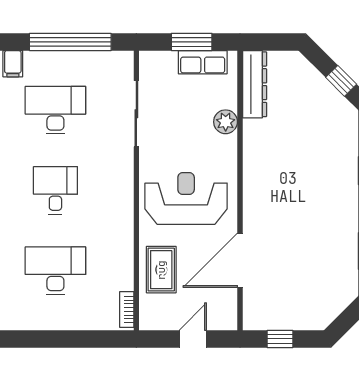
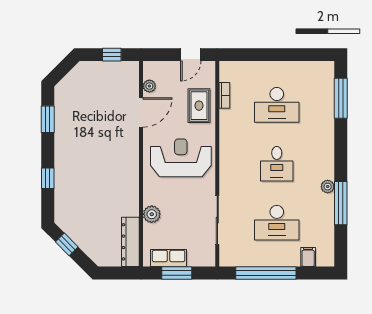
reception desk: (186, 199) -> (181, 158), turned 180
door: (240, 260) -> (141, 112), width x0.73
plant: (229, 296) -> (149, 86), added
bookcase: (127, 310) -> (224, 95), moved
door: (193, 339) -> (191, 55), moved

